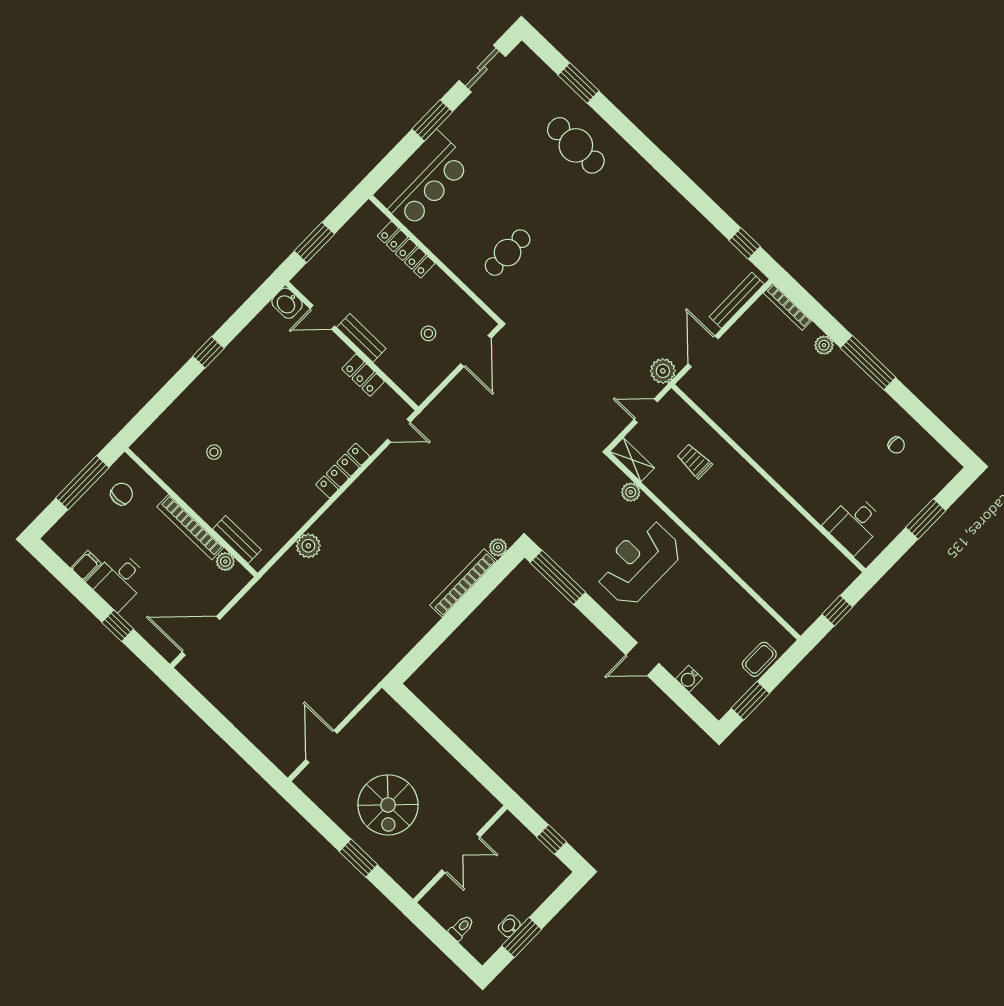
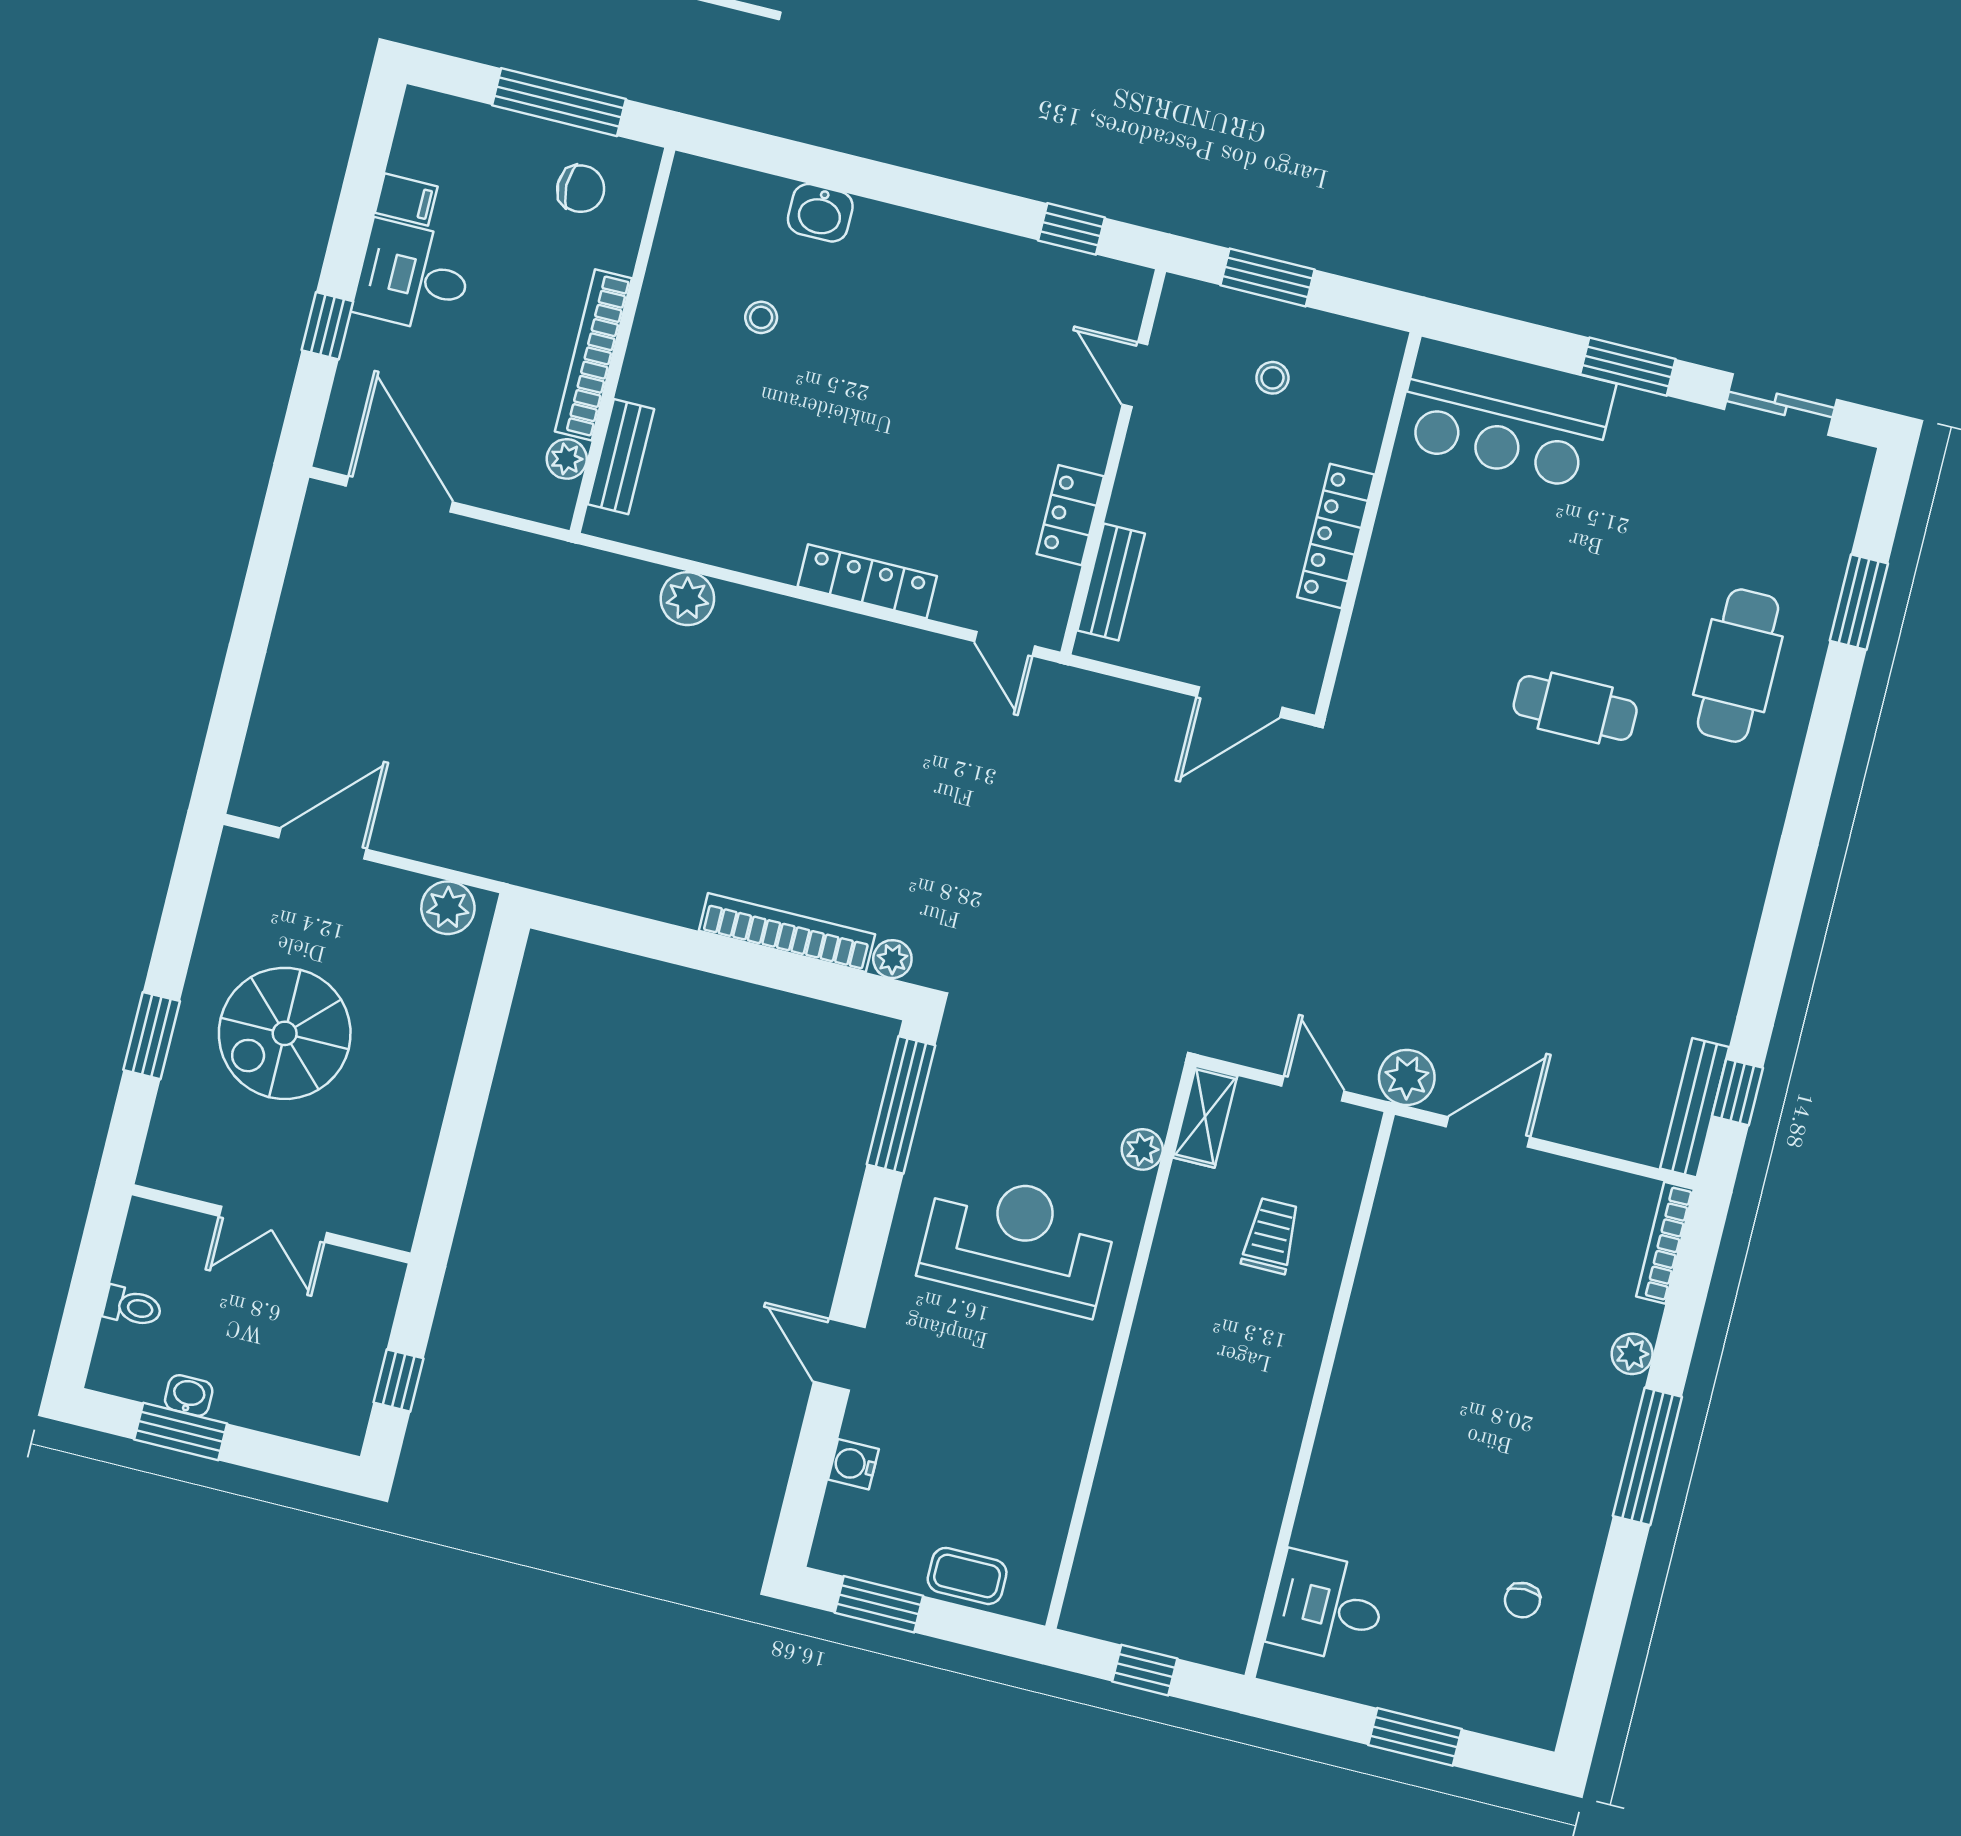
locker: (406, 250) -> (1336, 536), moved
cafe table: (508, 253) -> (1575, 708), moved
bench: (737, 300) -> (1695, 1108), moved, turned 90
washbasin: (287, 303) -> (820, 213), moved, turned -90
stool: (428, 333) -> (1272, 378), moved
bench: (361, 338) -> (1111, 582), moved
window: (208, 352) -> (1072, 229), moved
plant: (376, 711) -> (448, 908), added

